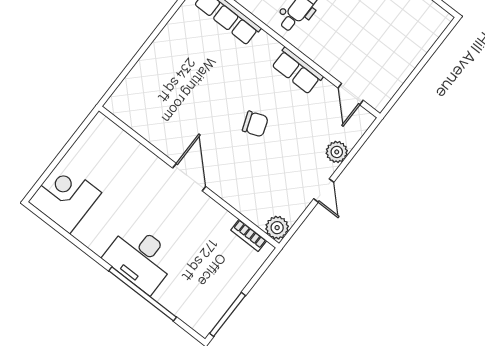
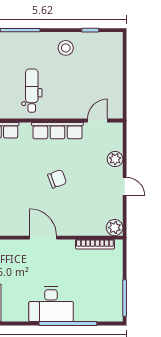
row of seats: (297, 71) -> (57, 131), width x1.48
door: (351, 94) -> (98, 120), swing flipped
bookcase: (249, 235) -> (95, 244), width x1.56

